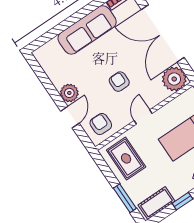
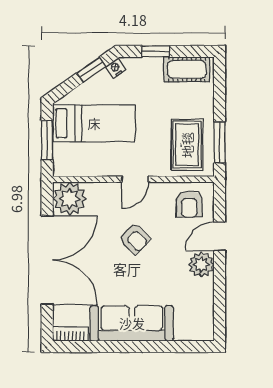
armchair: (119, 82) -> (135, 239), turned -46
window: (125, 198) -> (220, 142), moved

